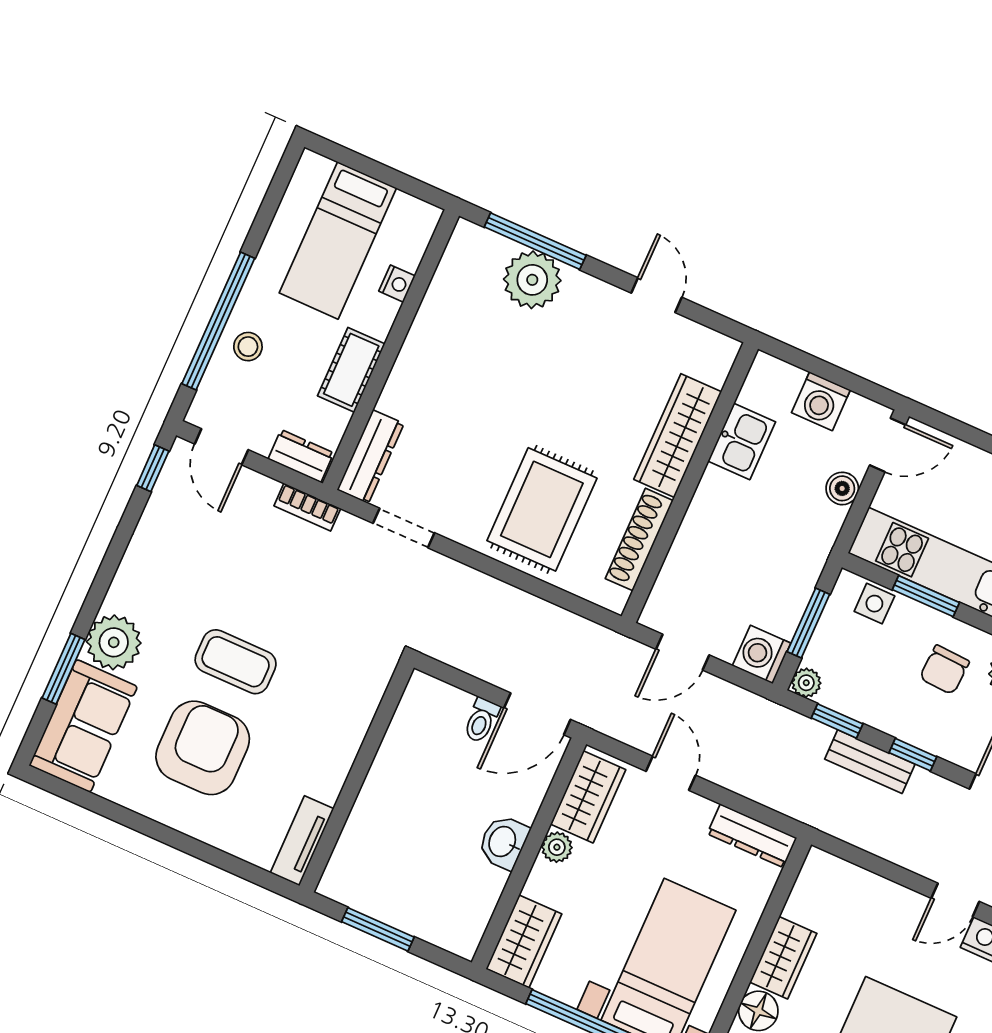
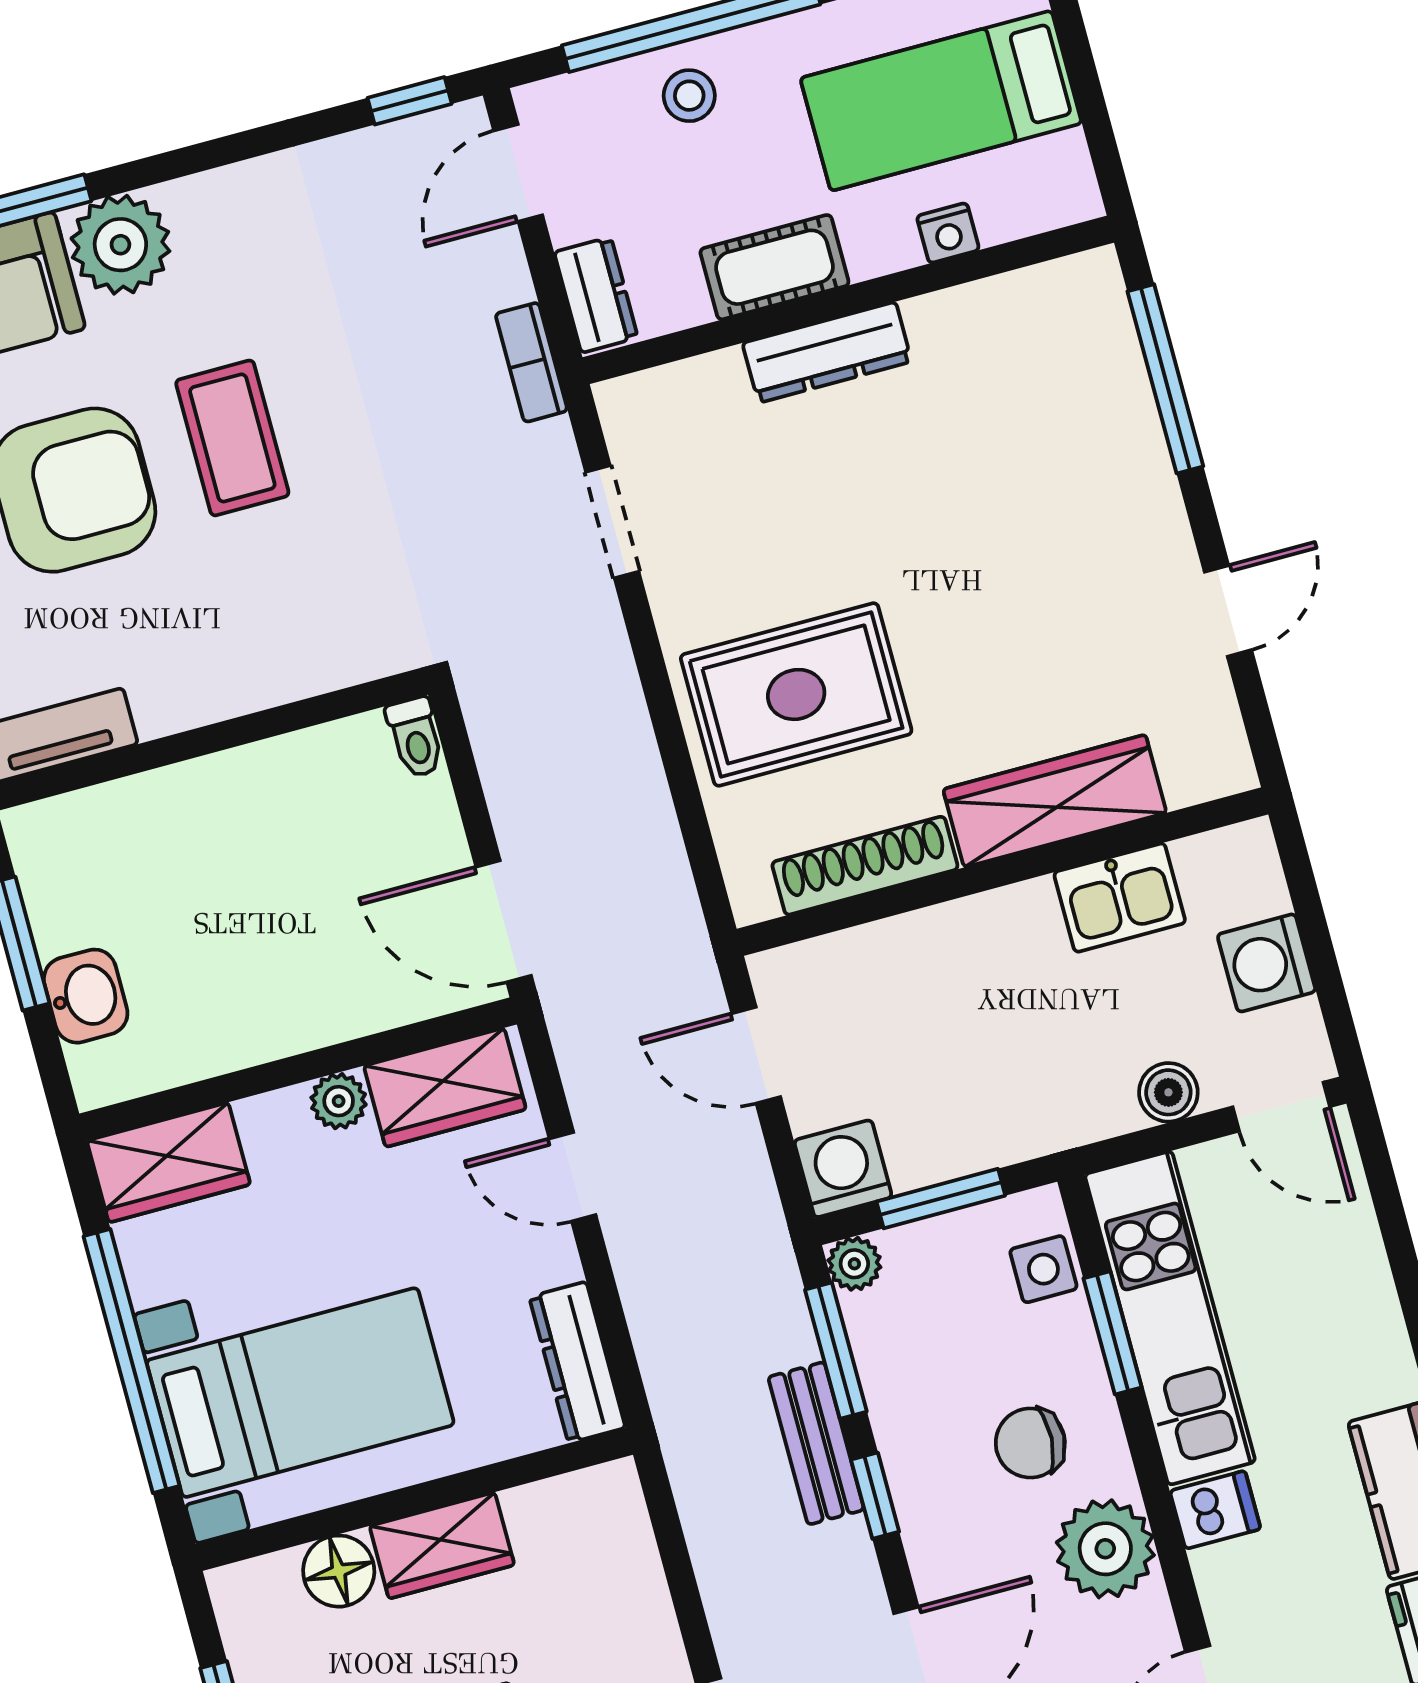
plant: (532, 280) -> (1108, 419), removed
dresser: (371, 457) -> (827, 352), moved
toilet: (481, 720) -> (415, 737), moved, turned -90
window: (837, 721) -> (836, 1351), width x1.50
door: (671, 773) -> (573, 1177), swing flipped
washbasin: (503, 842) -> (86, 996), moved, turned 90

